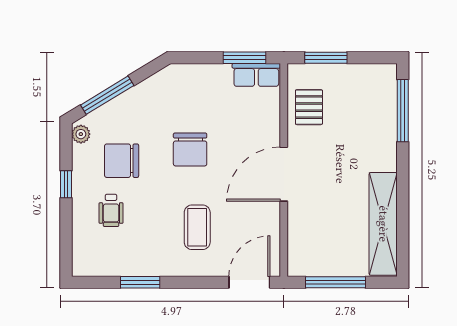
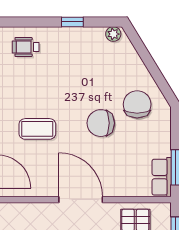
window: (107, 95) -> (145, 56), removed
chair: (122, 161) -> (137, 104), moved
wheelchair: (111, 210) -> (26, 47), moved

